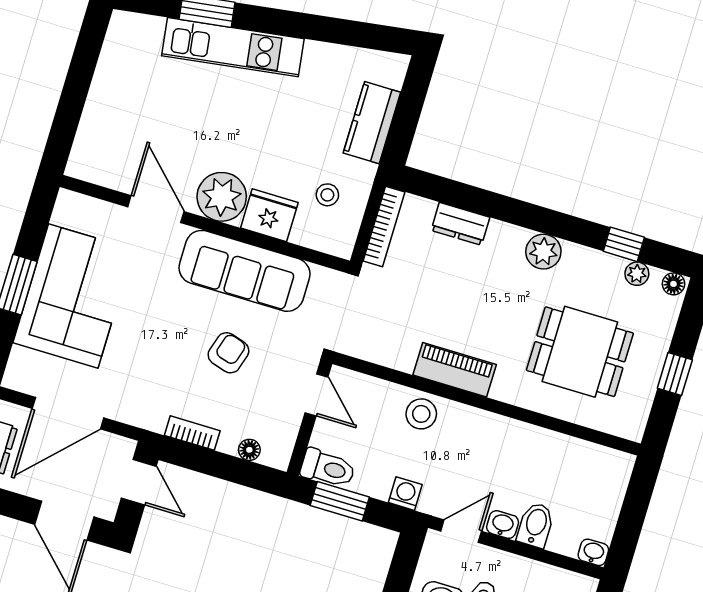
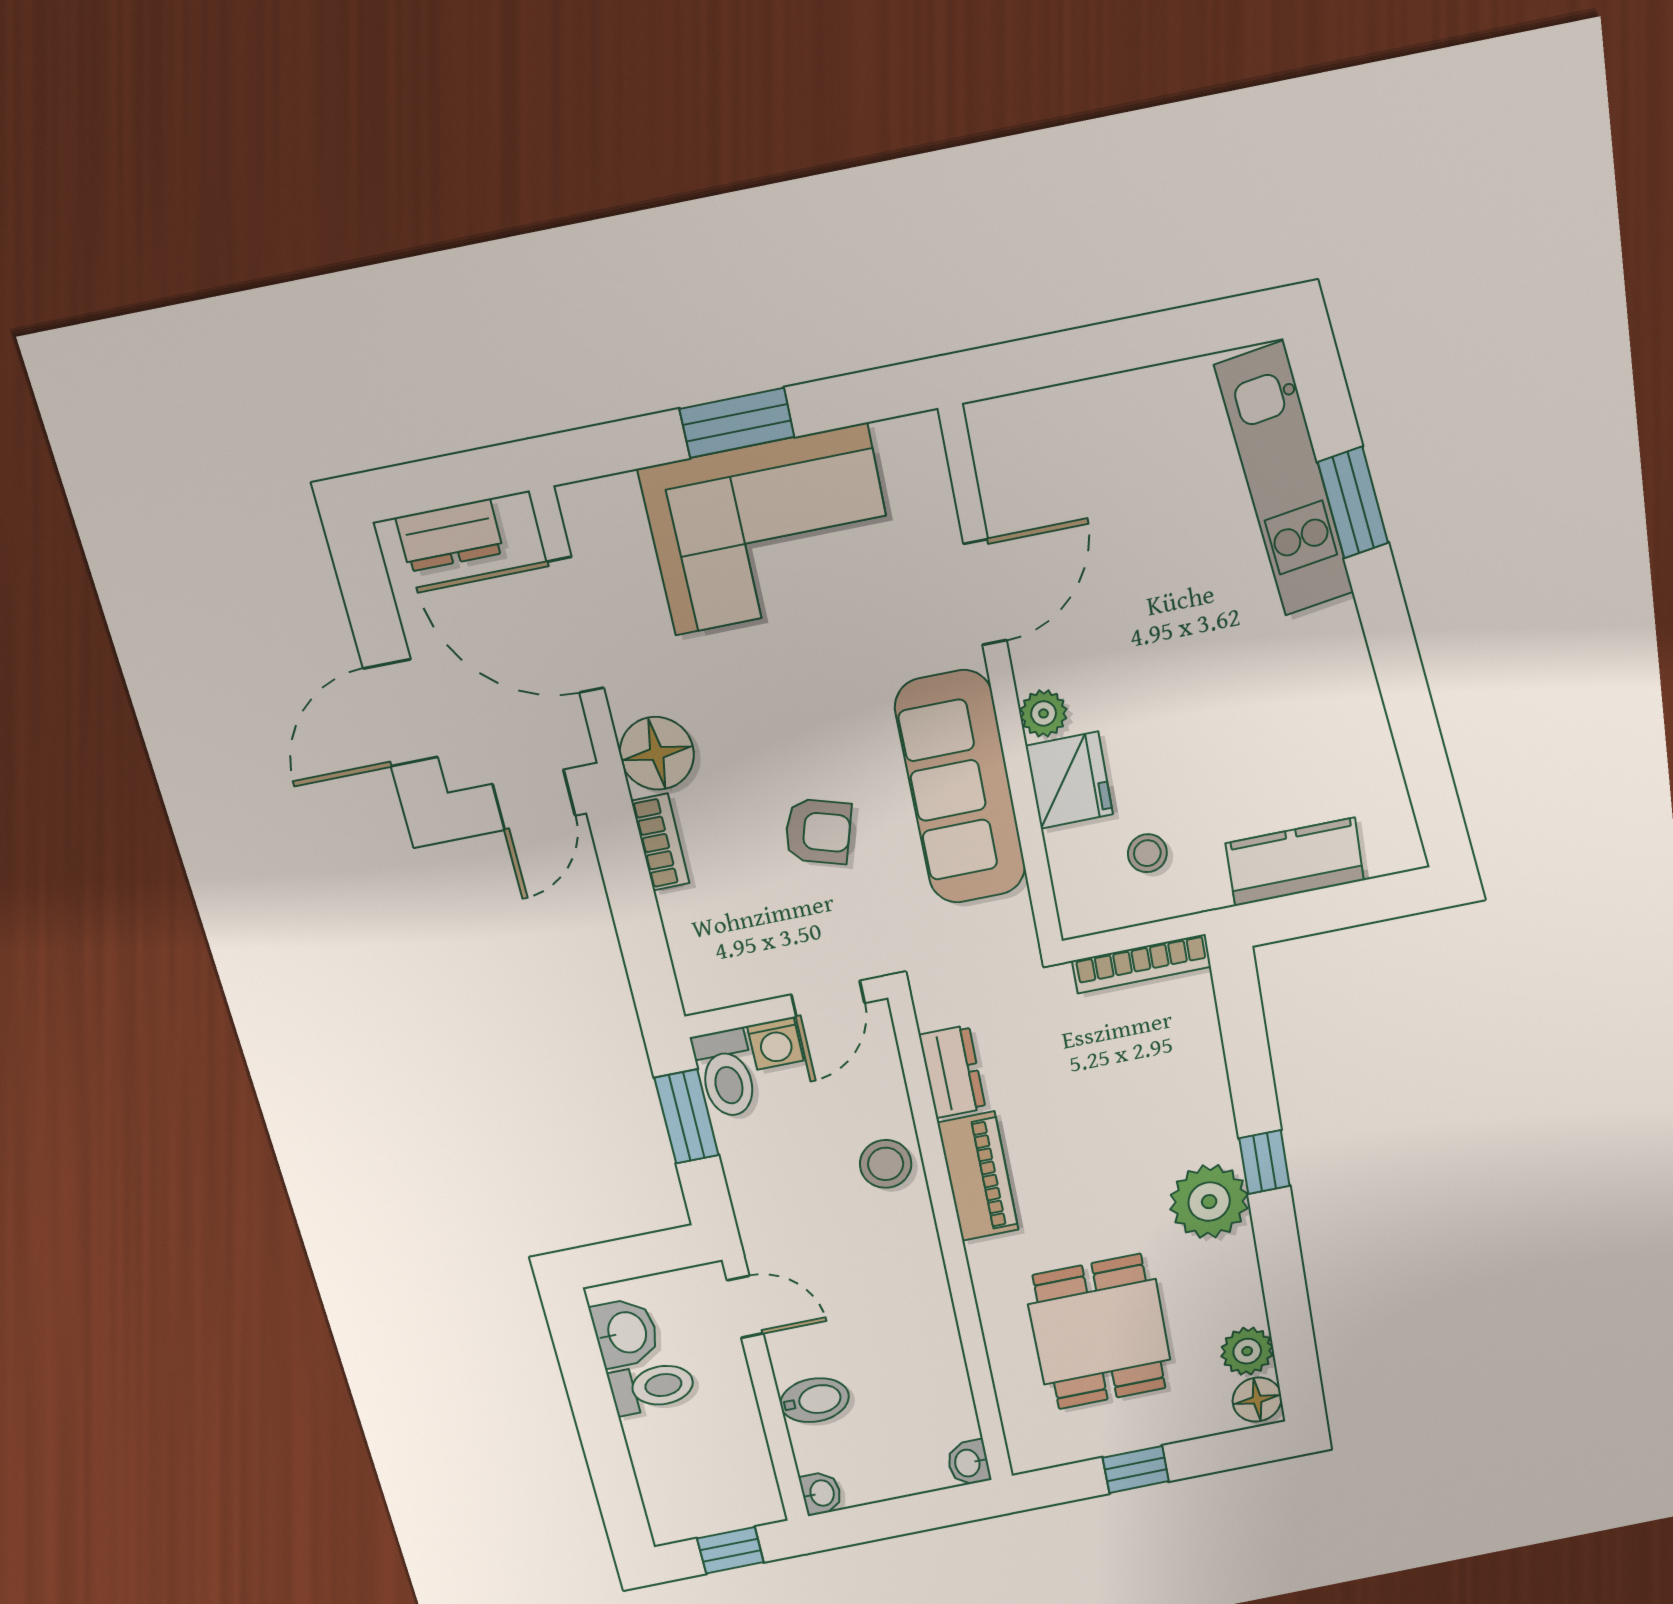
kitchen unit: (233, 47) -> (1285, 480), moved
plant: (222, 197) -> (1044, 713), width x0.53, depth x0.53
dresser: (460, 224) -> (952, 1072), moved, turned 180
window: (624, 244) -> (1264, 1162), moved
plant: (543, 252) -> (1209, 1202), width x1.36, depth x1.36
plant: (637, 274) -> (1247, 1351), width x1.38, depth x1.38
floor lamp: (673, 284) -> (1257, 1400), width x1.37, depth x1.37
floor lamp: (249, 450) -> (657, 753), moved, width x1.89, depth x1.89
washing machine: (405, 494) -> (775, 1043), moved, turned 90
washbasin: (503, 525) -> (968, 1463), moved, turned 180

